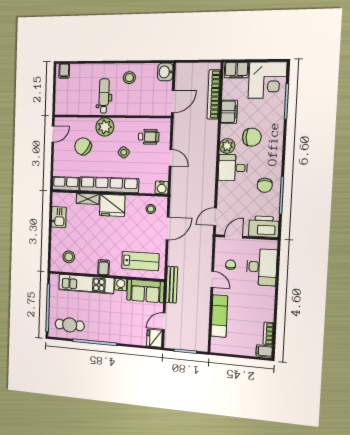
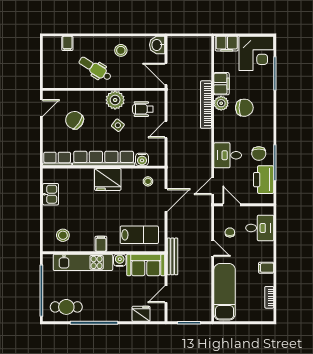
filing cabinet: (64, 71) -> (67, 43), moved
bookcase: (214, 94) -> (206, 105), moved
dental chair: (104, 96) -> (95, 69), turned -58
door: (173, 102) -> (166, 74), swing flipped
plant: (105, 127) -> (115, 100), moved
wheelchair: (149, 137) -> (143, 109), turned 180
plant: (227, 146) -> (221, 103), moved
door: (171, 158) -> (166, 130), swing flipped
desk: (233, 168) -> (228, 155), moved
water cooler: (162, 188) -> (142, 159), moved
shelving: (88, 199) -> (81, 174), removed
printer: (264, 227) -> (264, 180), moved, turned -90
door: (234, 237) -> (232, 205), hinge flipped
desk: (262, 267) -> (260, 228), width x0.73
exam couch: (219, 316) -> (225, 292), width x1.36, depth x1.45
fridge: (154, 338) -> (141, 314), moved, turned 90
filing cabinet: (264, 351) -> (266, 268), moved

